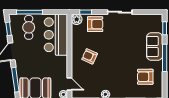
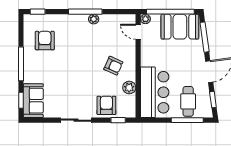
plant: (77, 19) -> (129, 88), moved
armchair: (95, 24) -> (106, 105), turned 90
sofa: (155, 46) -> (33, 101), moved
armchair: (145, 77) -> (45, 41), turned -90

